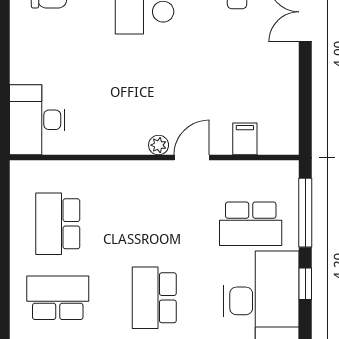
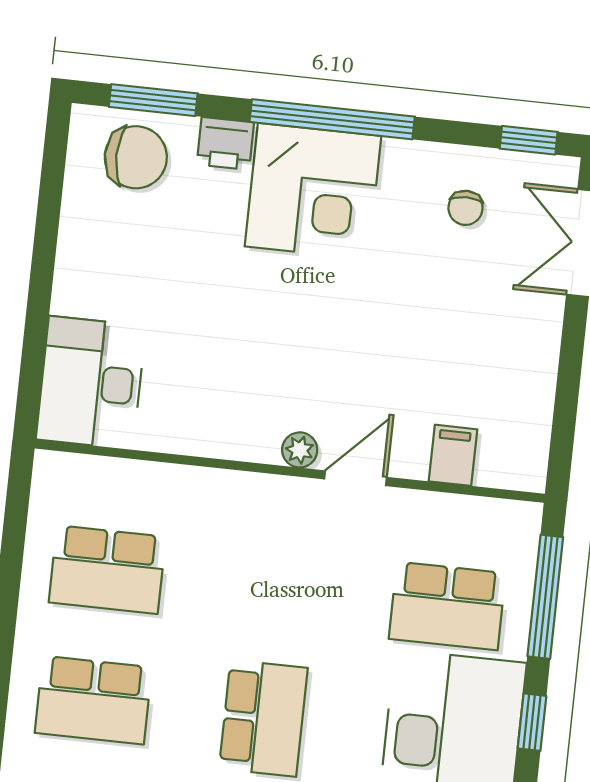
school desk: (58, 224) -> (107, 570), turned -90
school desk: (58, 298) -> (93, 700), turned 180
school desk: (154, 298) -> (263, 718), turned 180

